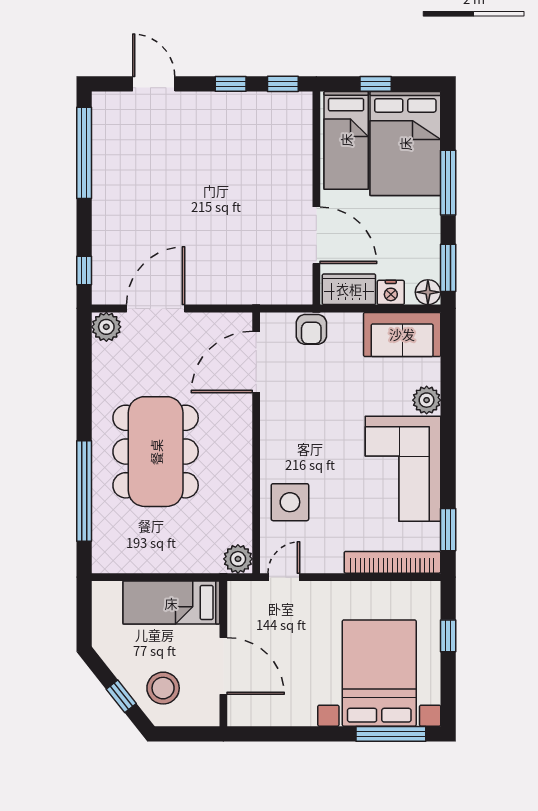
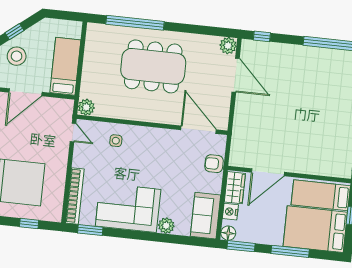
side table: (290, 502) -> (116, 141), width x0.54, depth x0.54

